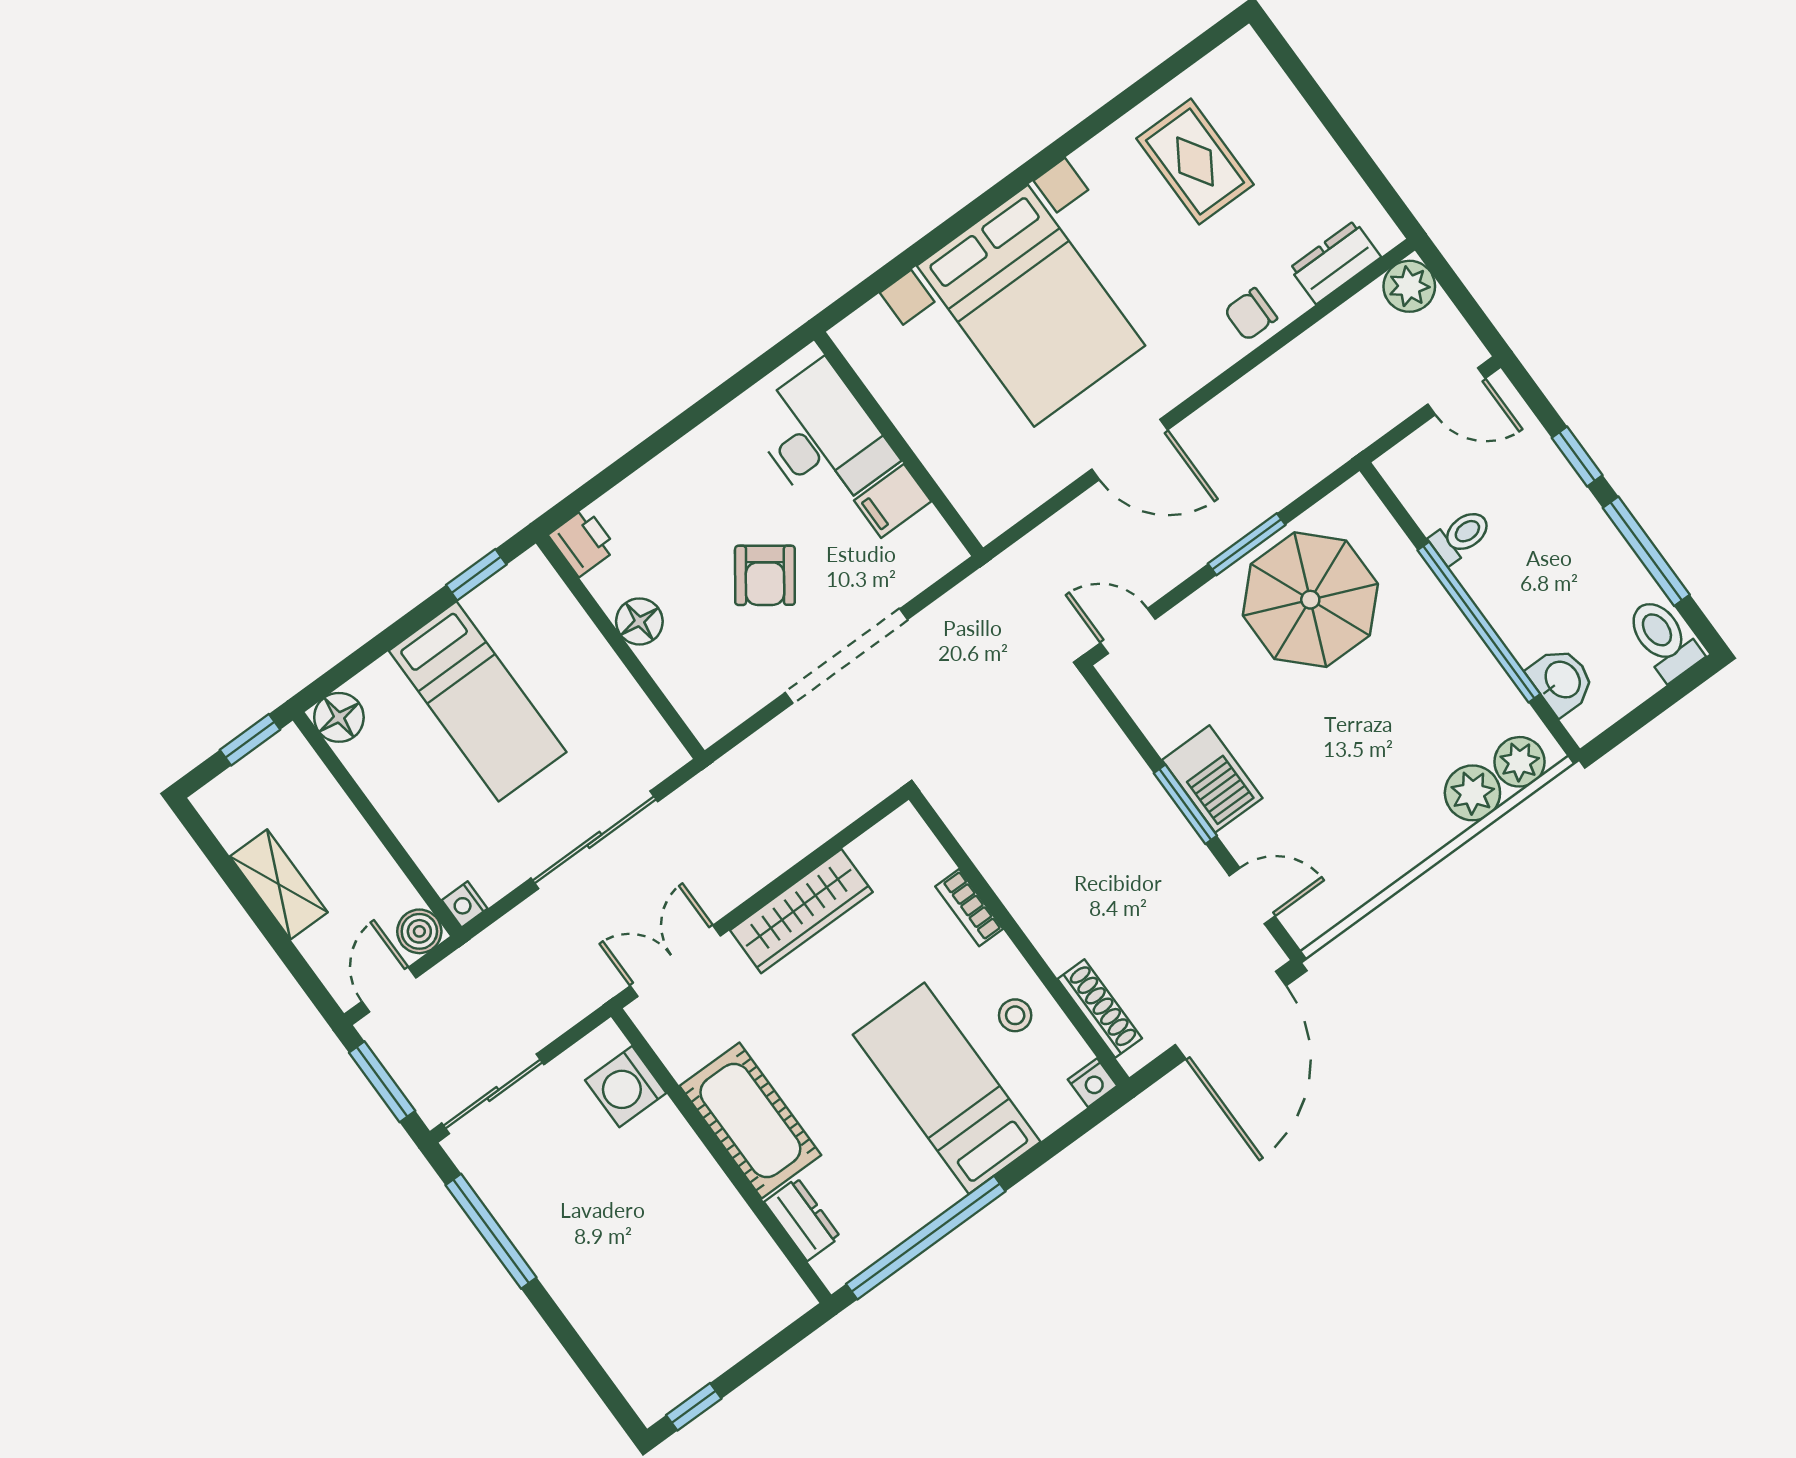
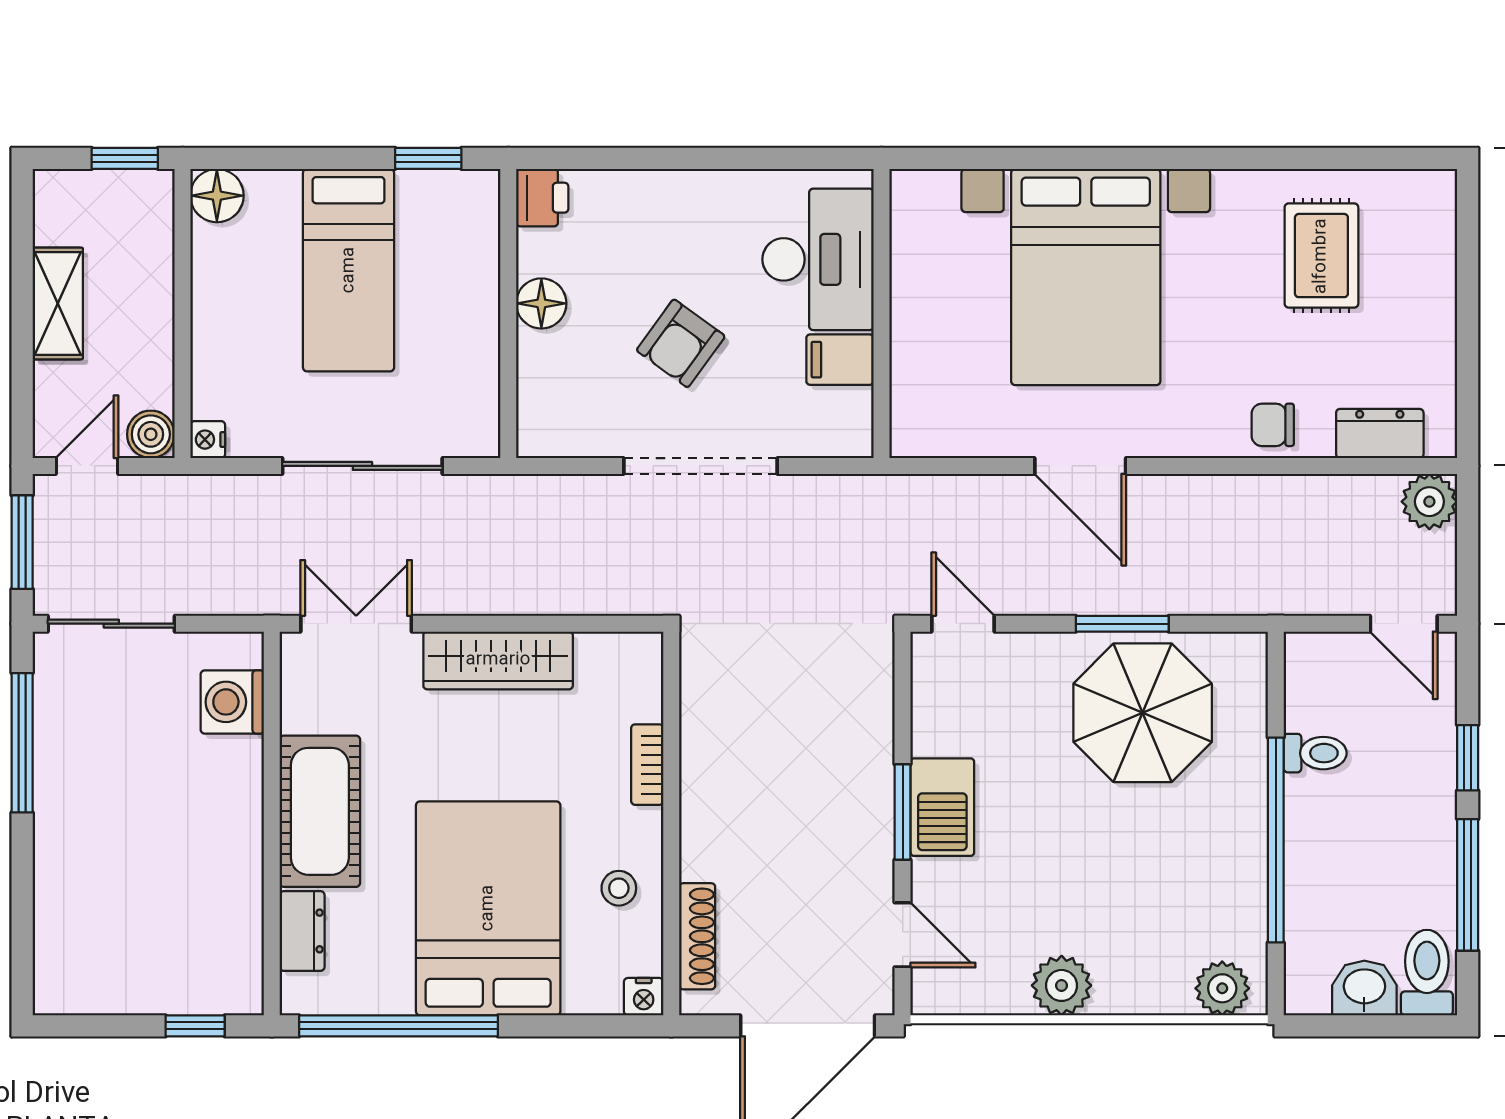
washbasin: (1562, 680) -> (1364, 988), moved, turned -90
plant: (1472, 793) -> (1062, 985), moved
bed: (947, 1088) -> (488, 908), width x1.50
window: (694, 1407) -> (195, 1026), moved

